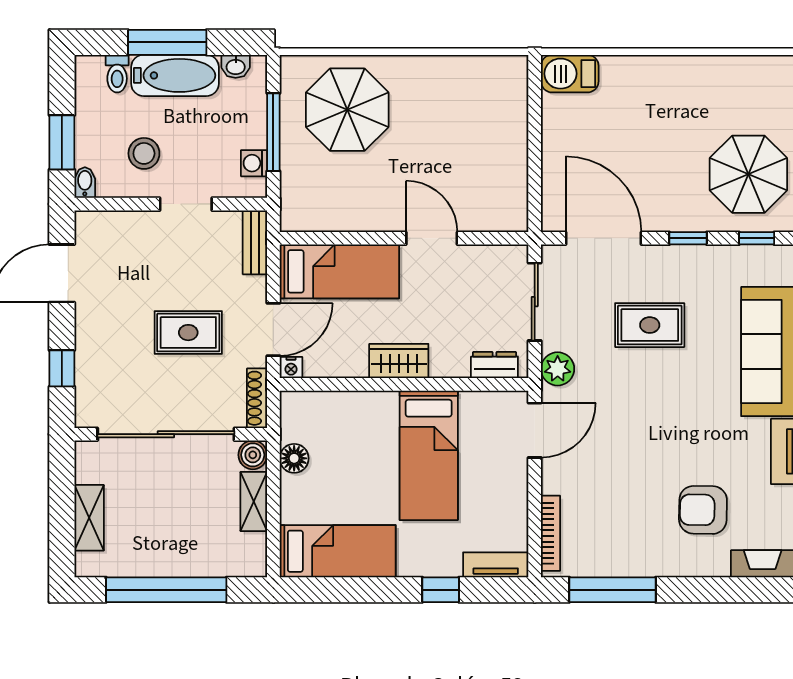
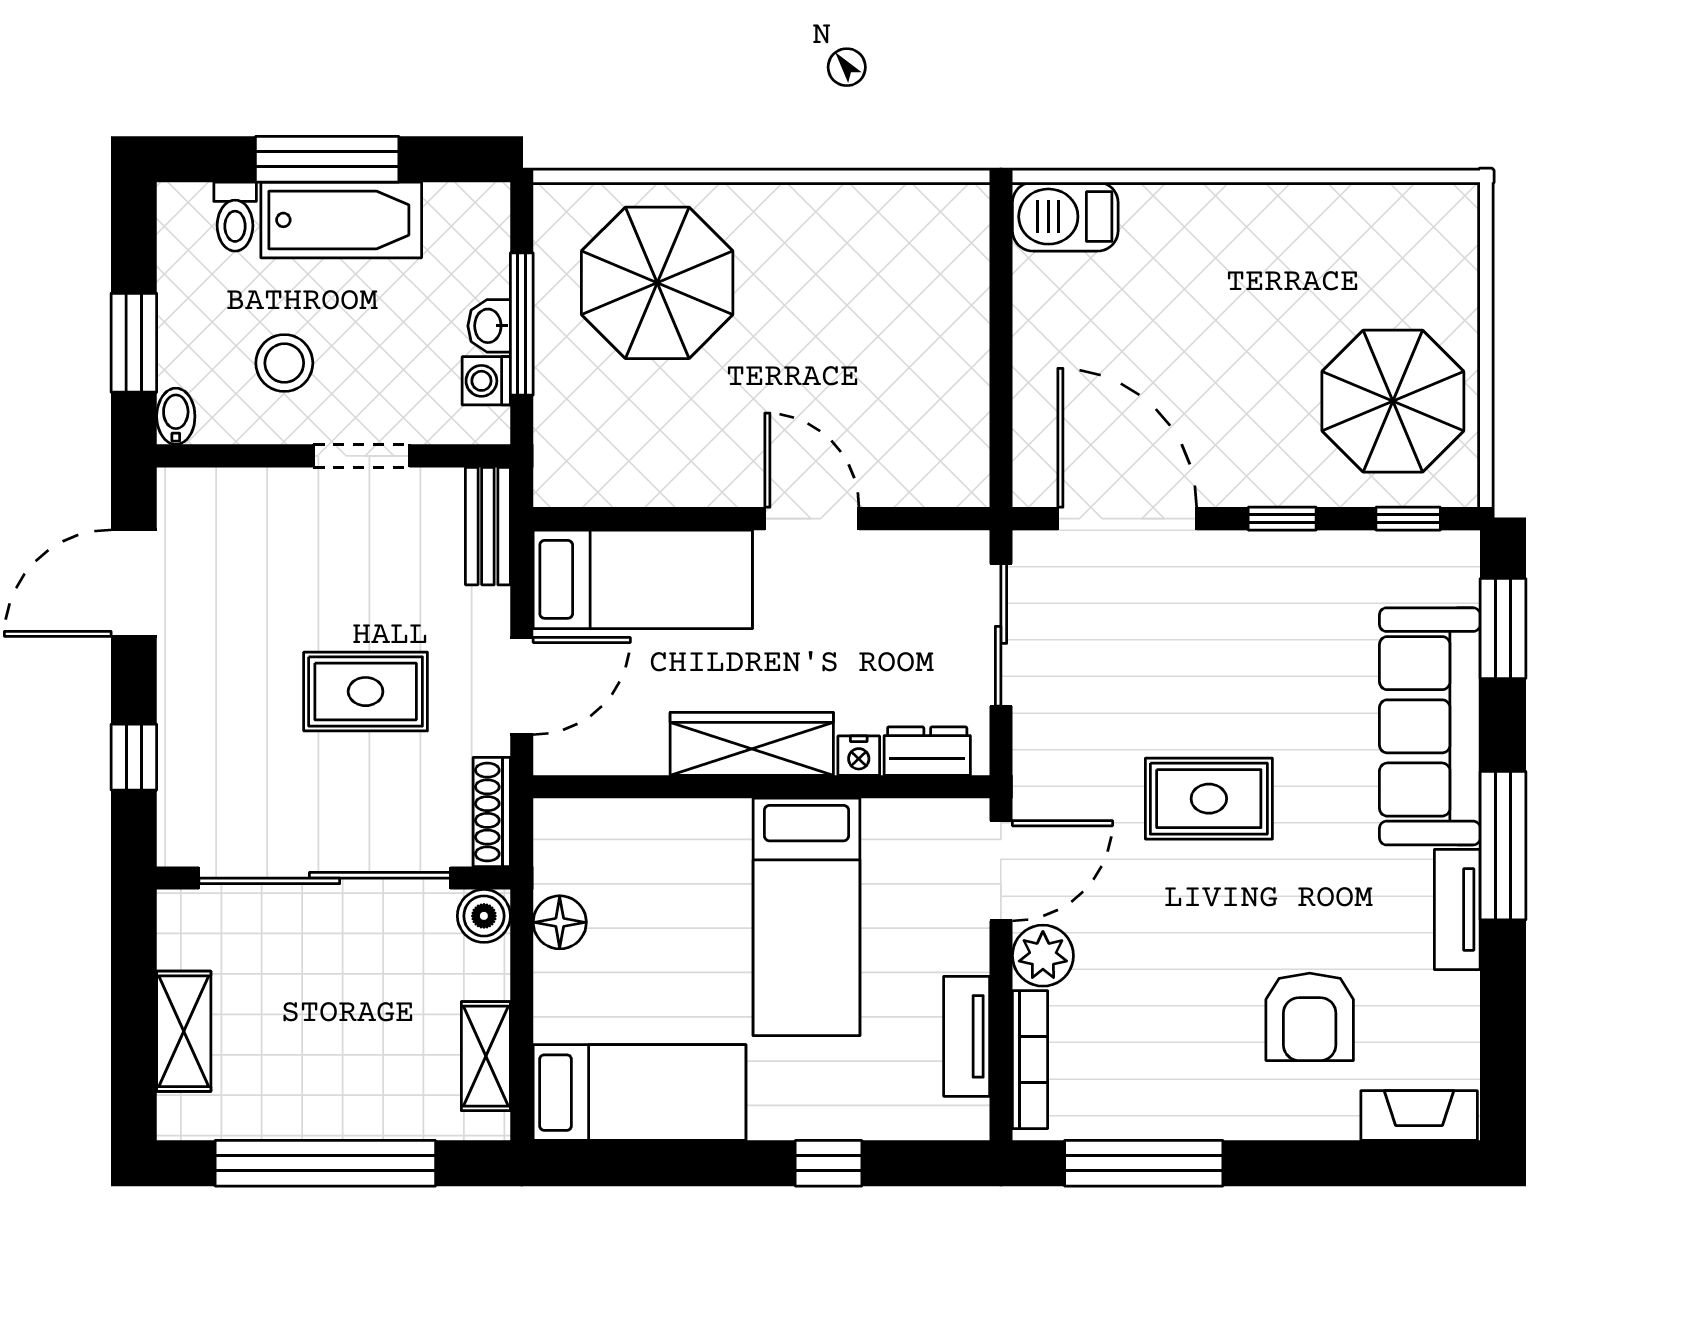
washbasin: (236, 66) -> (489, 326), moved, turned 90
rug: (650, 325) -> (1209, 799), moved
wardrobe: (399, 361) -> (752, 744), width x1.50
nightstand: (291, 368) -> (859, 756), moved
plant: (558, 369) -> (1043, 956), moved
shelving: (254, 501) -> (486, 1056), moved
armchair: (703, 510) -> (1310, 1017), turned -91
tv unit: (496, 565) -> (967, 1036), moved, turned -90

